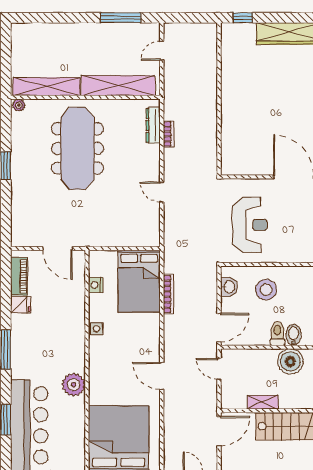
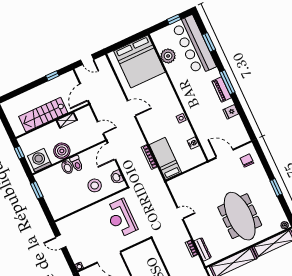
chair: (30, 224) -> (247, 161), added
piano: (19, 276) -> (222, 90), moved
bed: (139, 281) -> (165, 159), width x0.67
plant: (74, 385) -> (168, 56), moved

